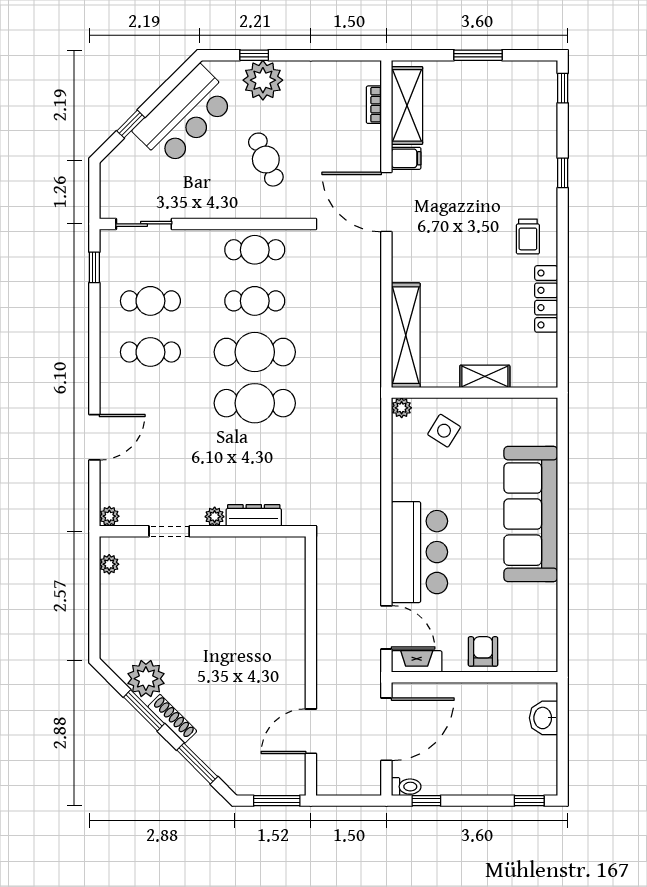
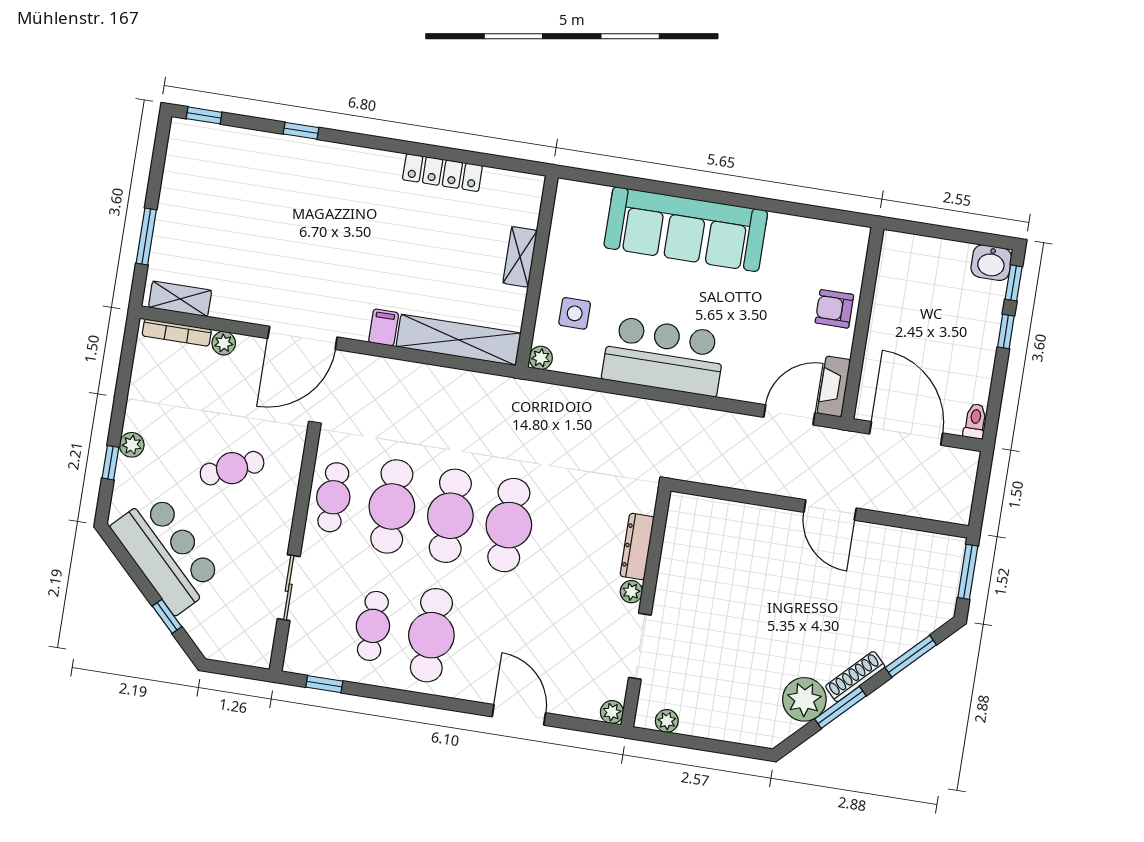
window: (478, 55) -> (146, 236), moved
plant: (263, 80) -> (132, 445), width x0.53, depth x0.53
bookcase: (374, 105) -> (177, 333), width x1.56
shelving: (407, 105) -> (180, 299), width x0.67, depth x0.75
plant: (371, 136) -> (224, 343), added
filing cabinet: (406, 158) -> (384, 328), moved
sliding door: (144, 224) -> (289, 588), moved
trolley: (528, 236) -> (368, 182), removed
cafe table: (255, 301) -> (392, 506), width x1.37, depth x1.35
cafe table: (150, 352) -> (431, 635), width x1.37, depth x1.35
side table: (444, 431) -> (575, 313), turned -32
doorway: (169, 531) -> (640, 646), width x1.38
bar counter: (419, 552) -> (664, 356), moved
washbasin: (544, 718) -> (991, 263), moved
door: (311, 731) -> (830, 510), moved
window: (426, 801) -> (1006, 331), moved

